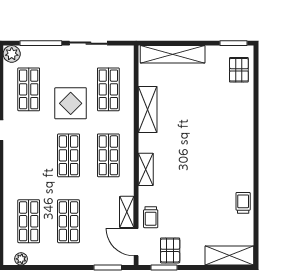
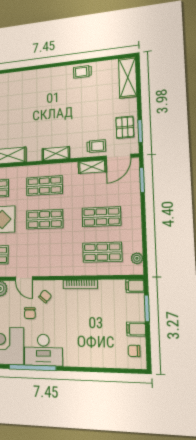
pallet: (170, 250) -> (125, 127), turned 90

